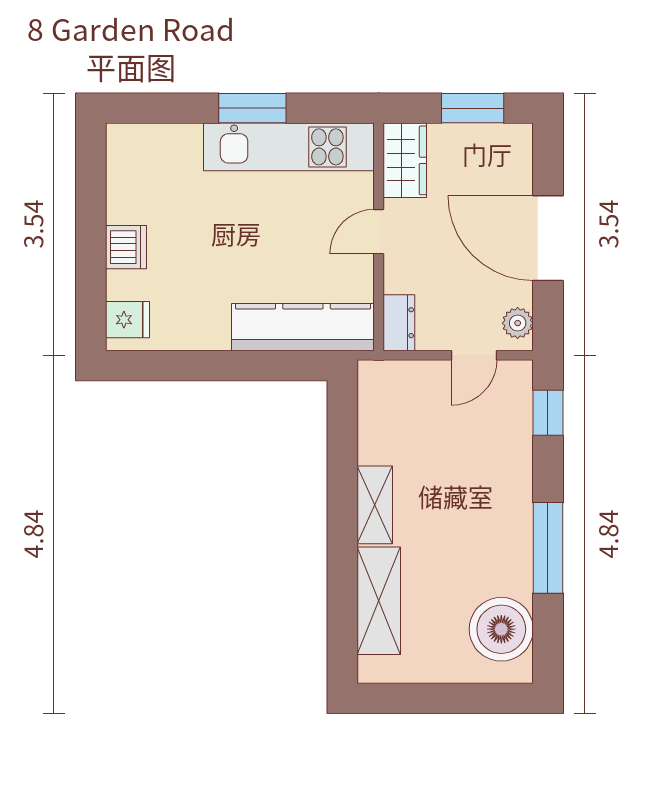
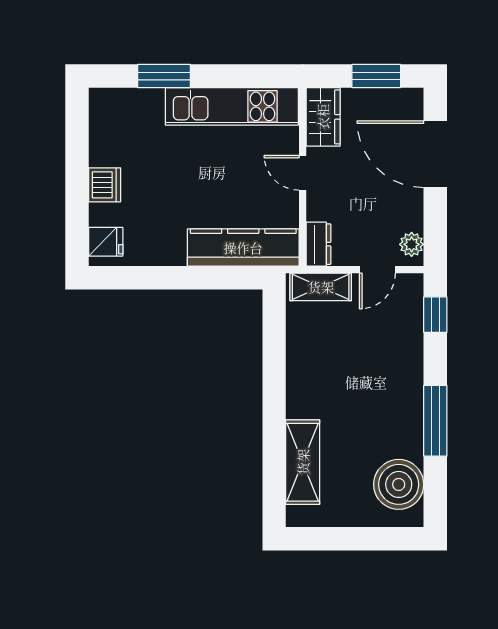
window: (252, 108) -> (164, 76), moved
door: (379, 232) -> (303, 173), hinge flipped
door: (548, 238) -> (435, 154), moved
shelving: (375, 505) -> (321, 287), moved, turned 90

